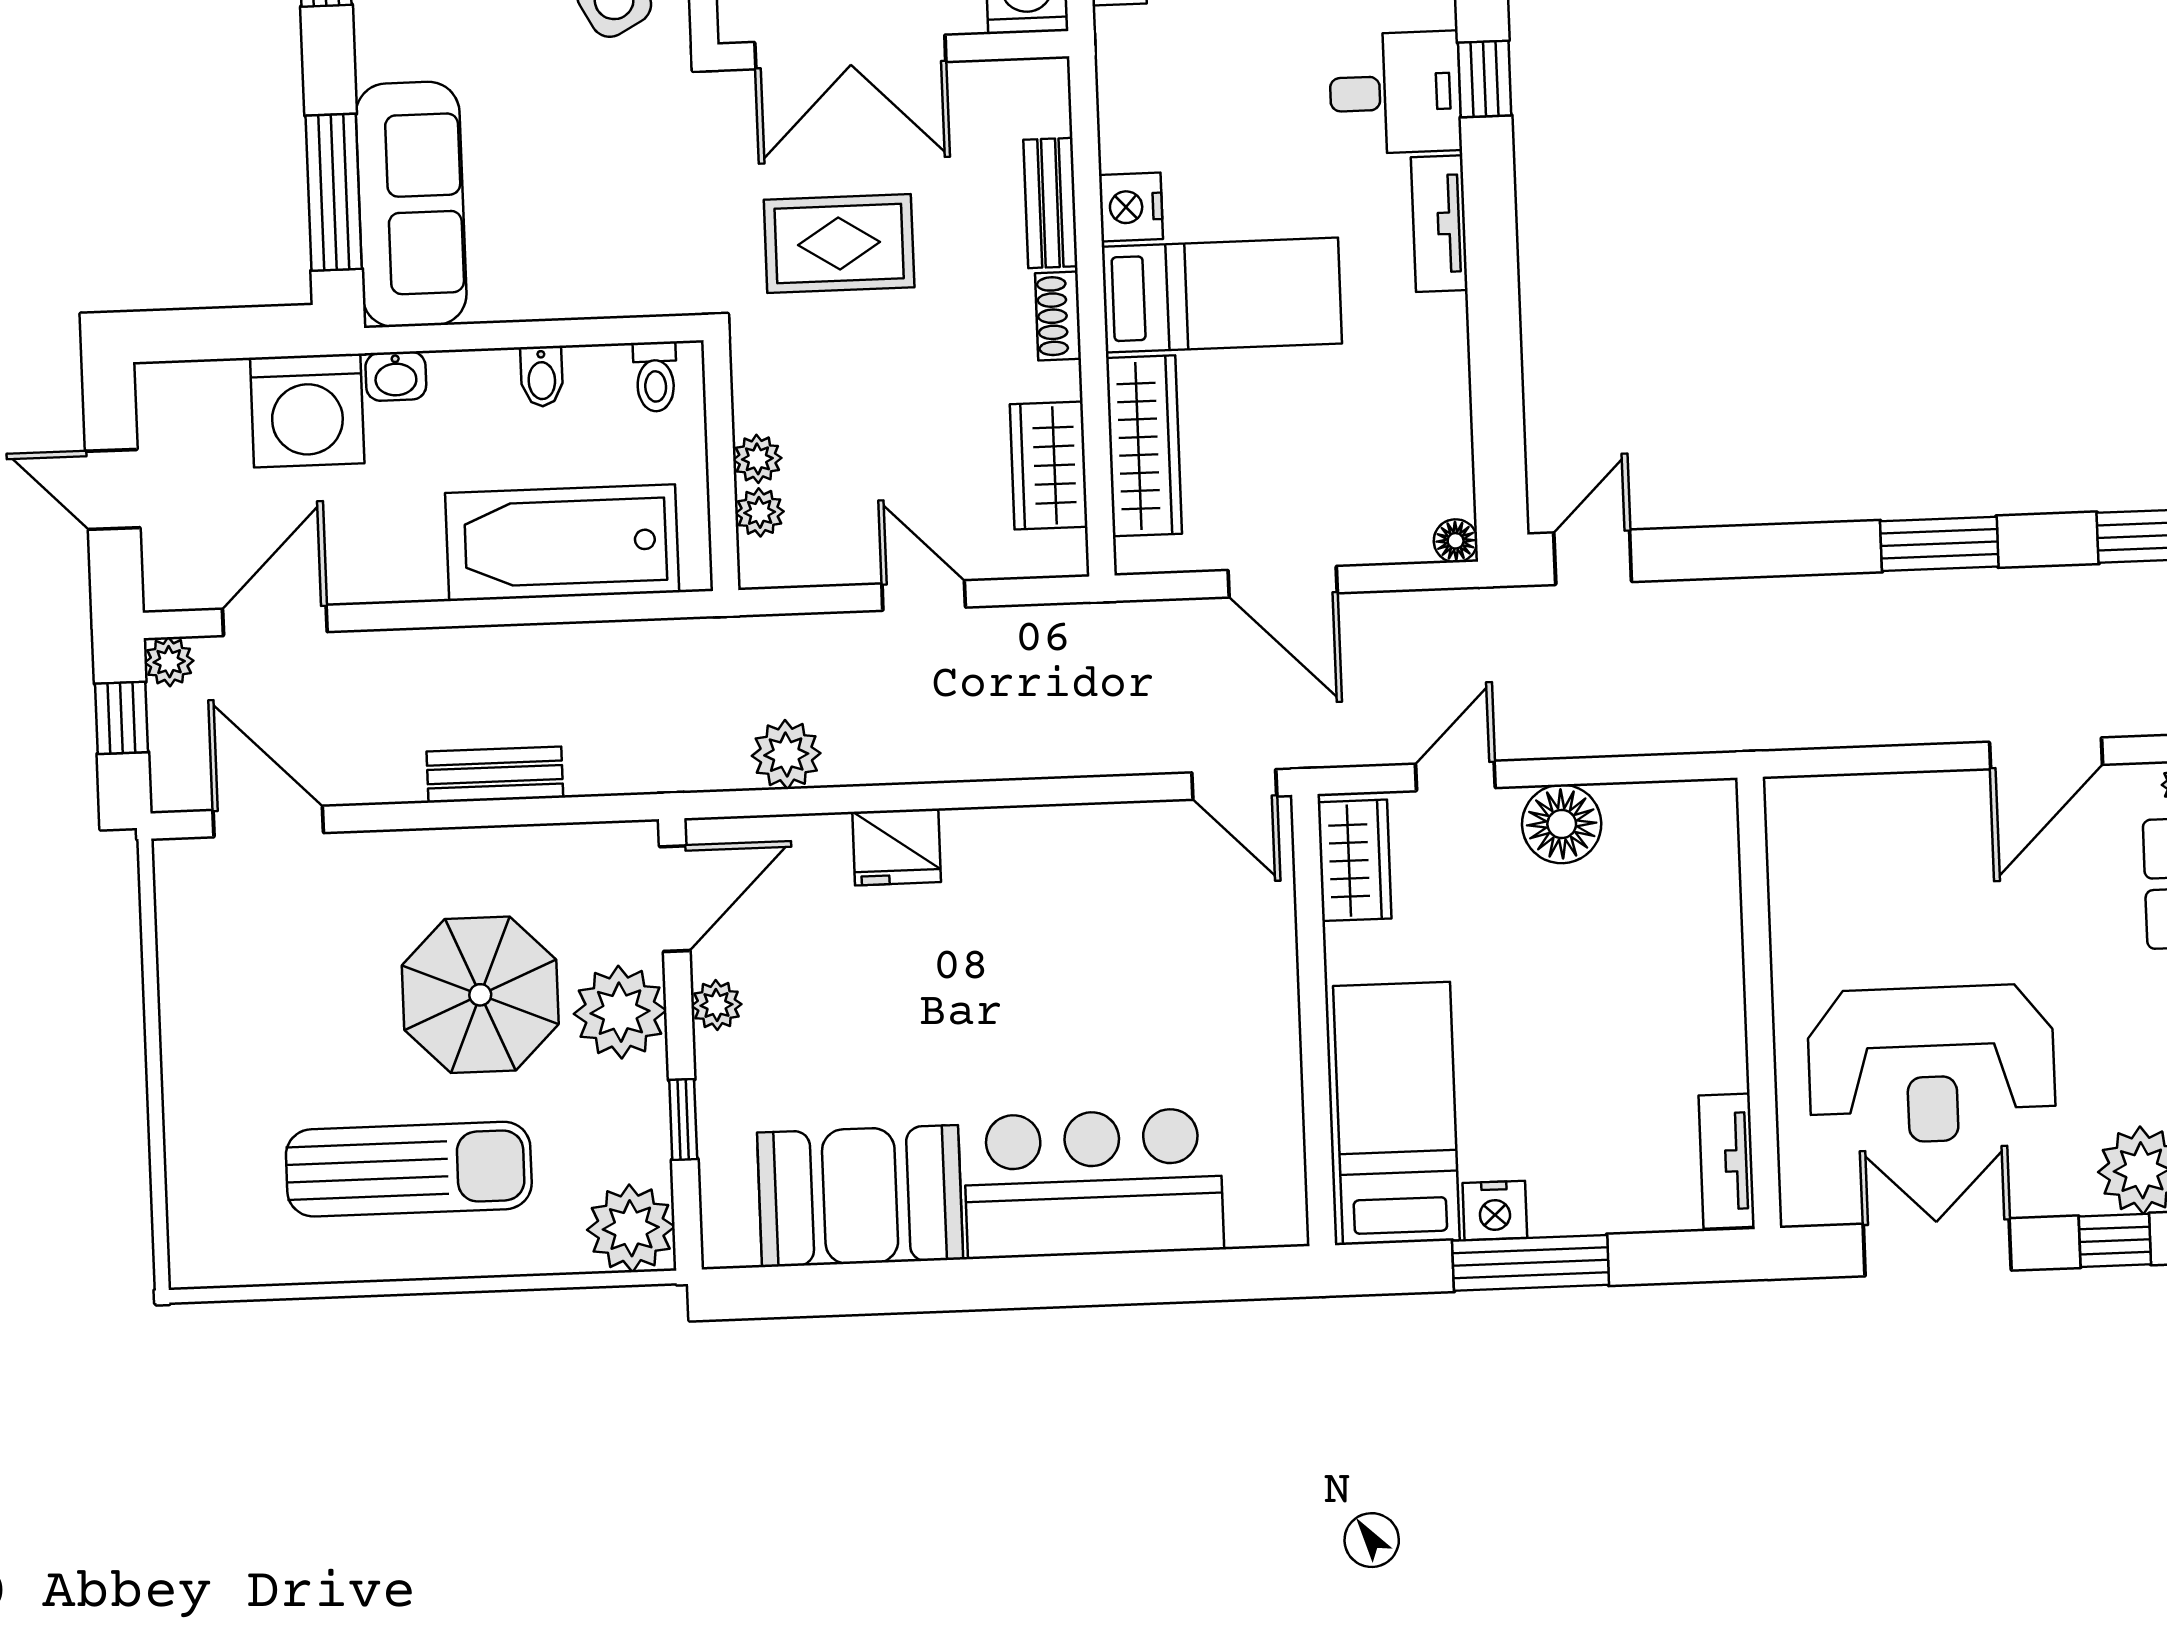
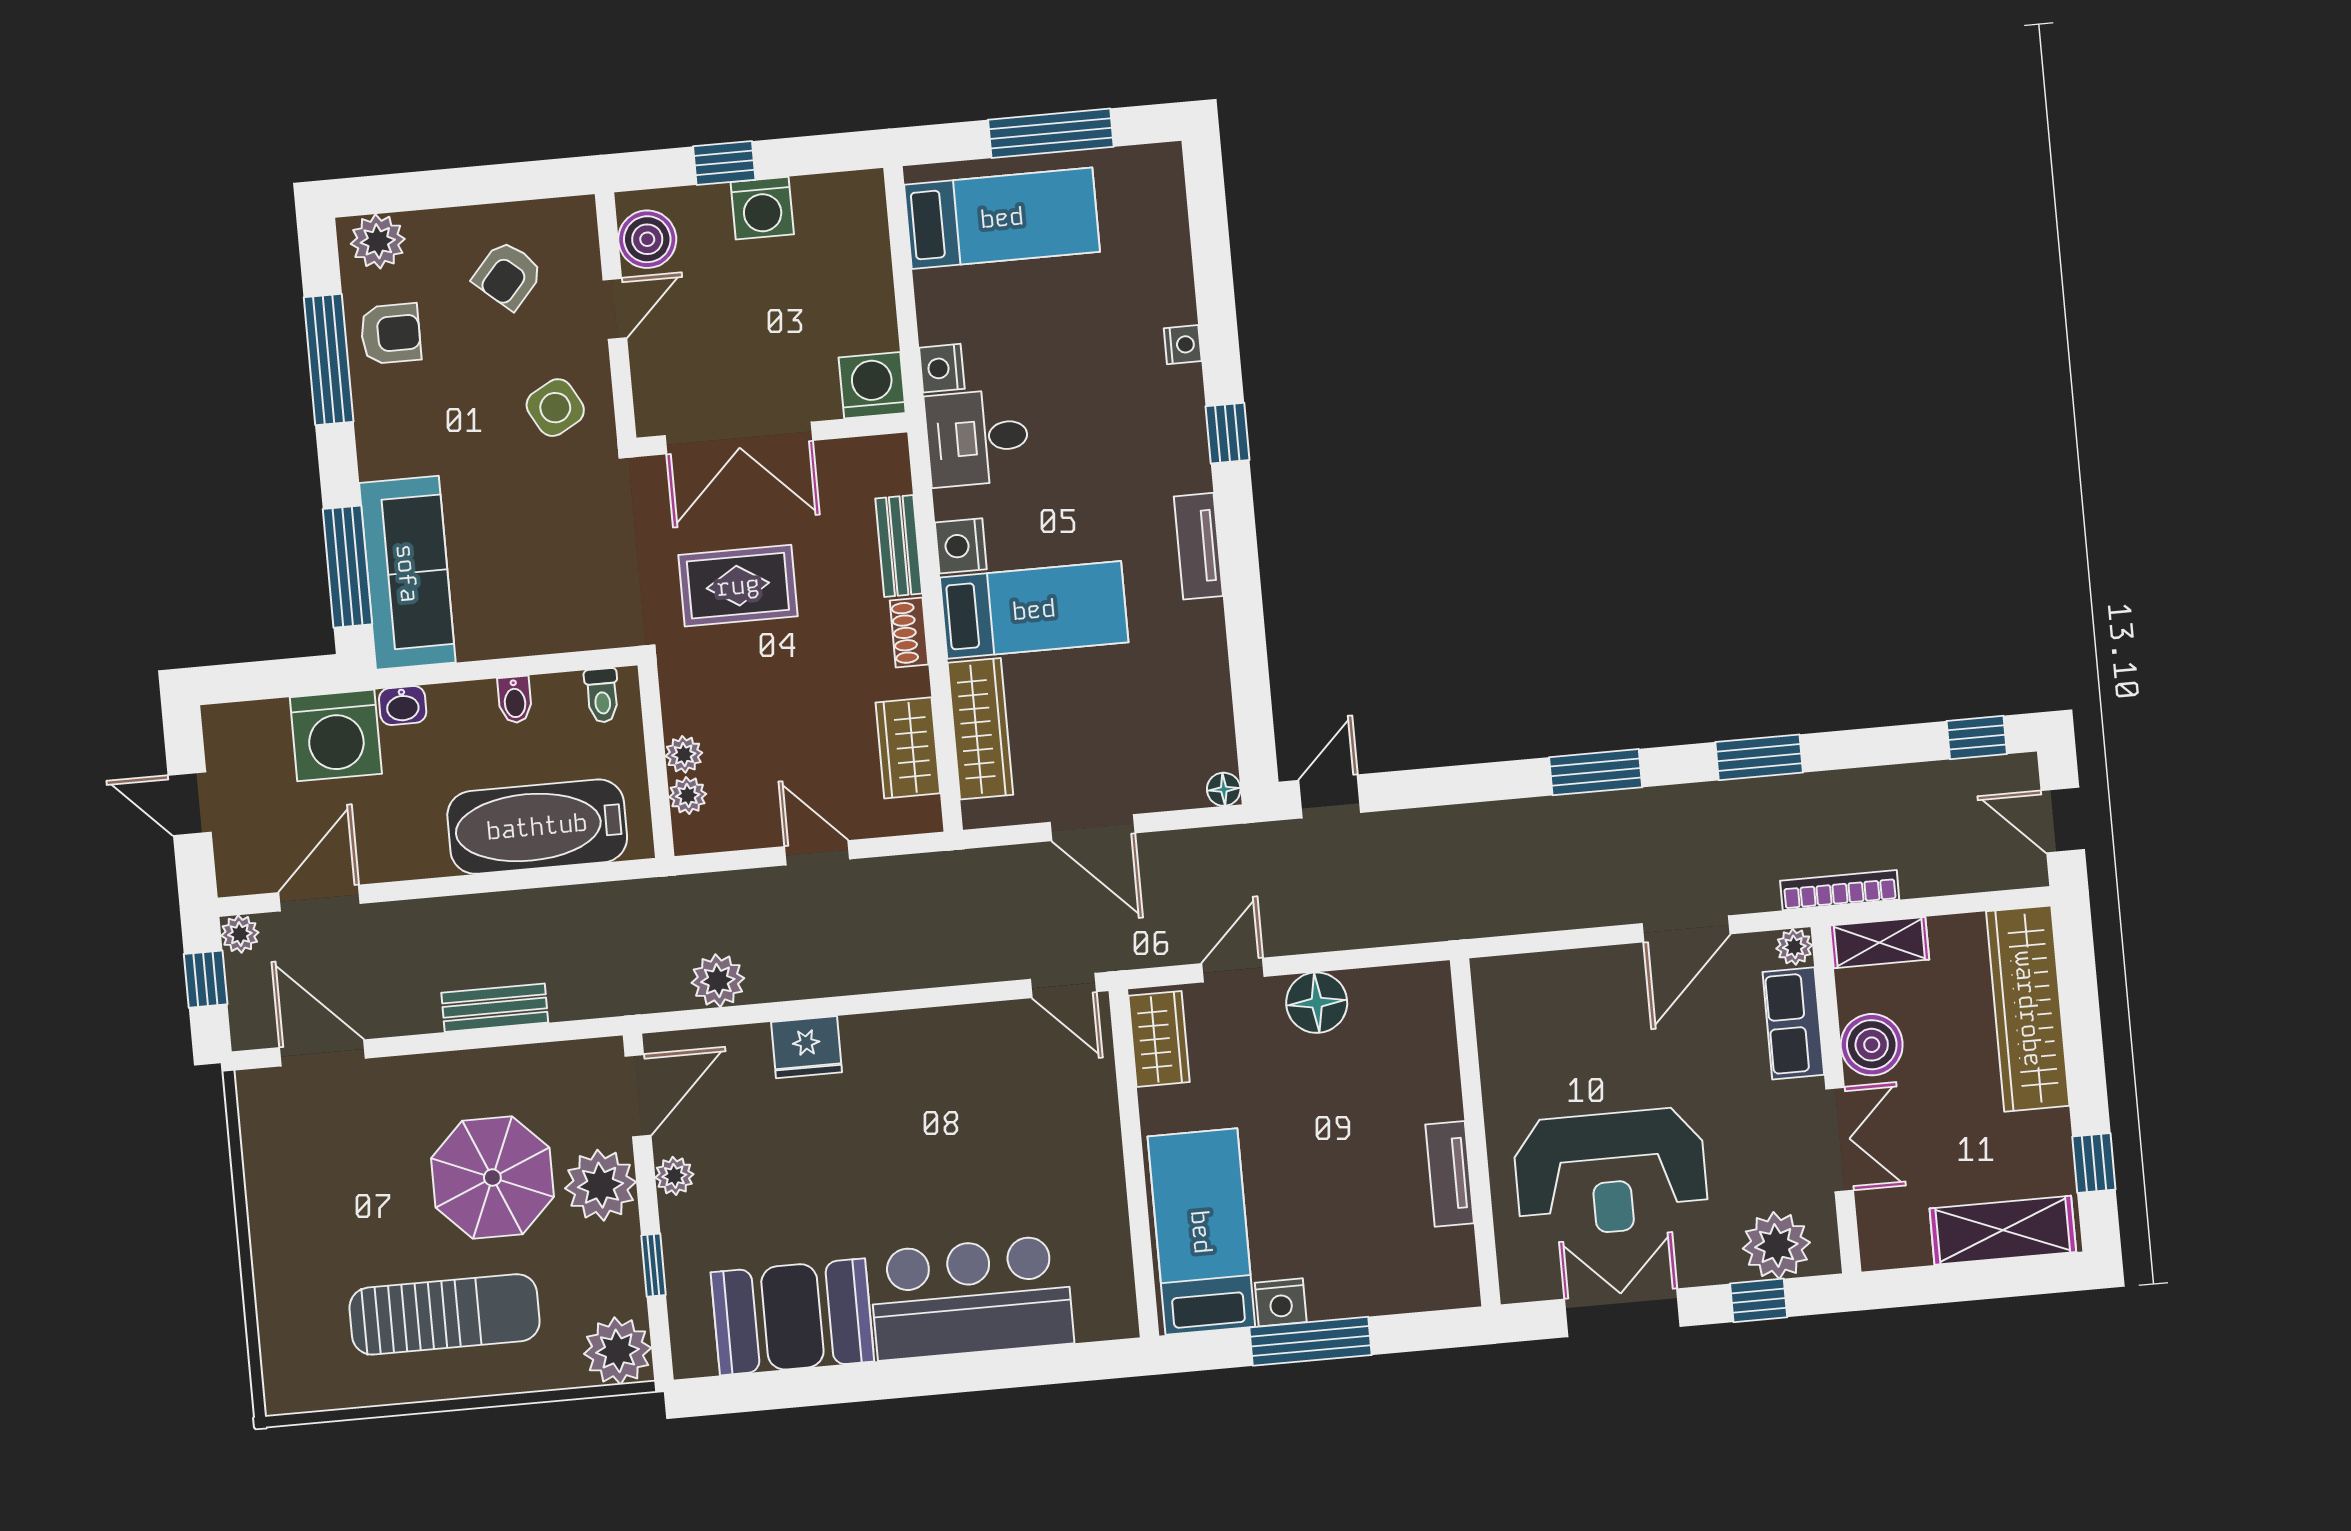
desk: (1395, 93) -> (977, 438), moved, turned 180
tv unit: (1727, 1161) -> (1450, 1174), moved

